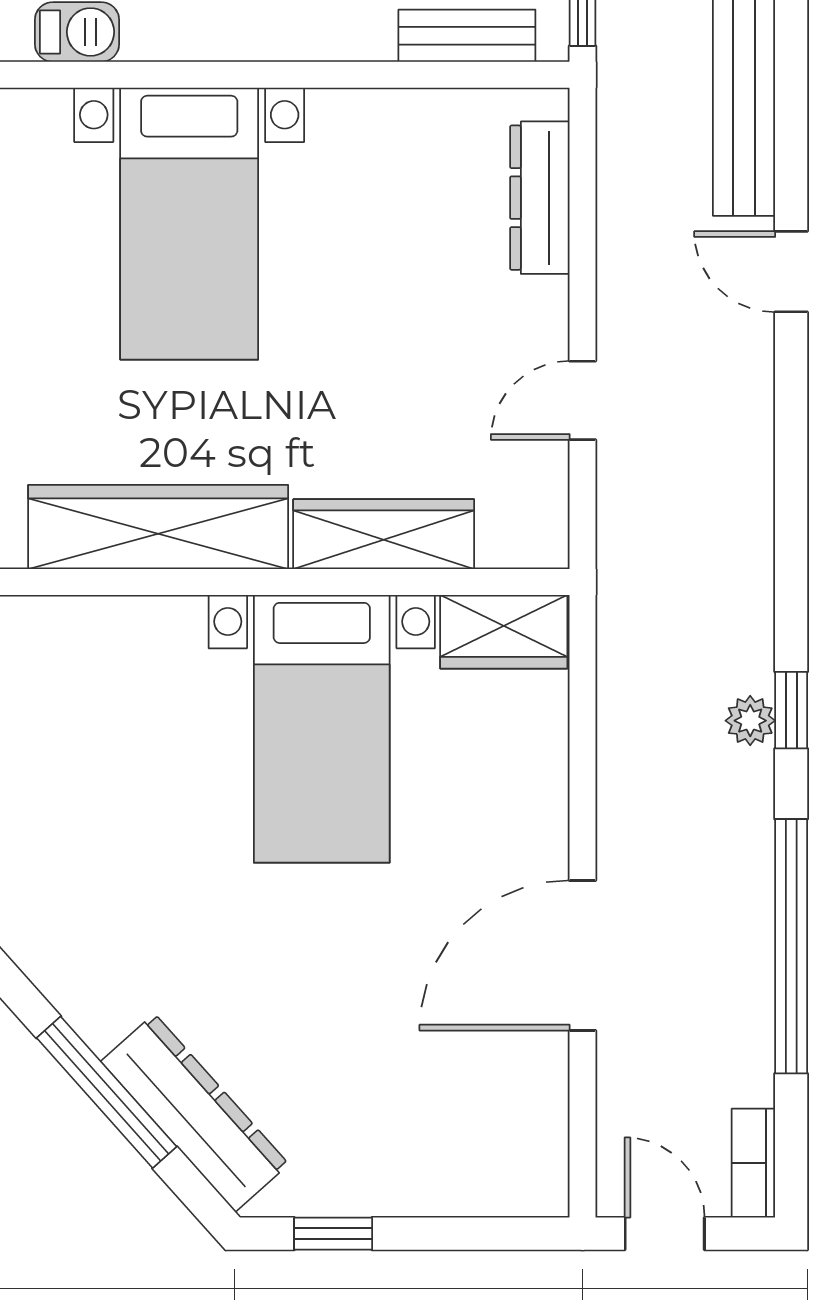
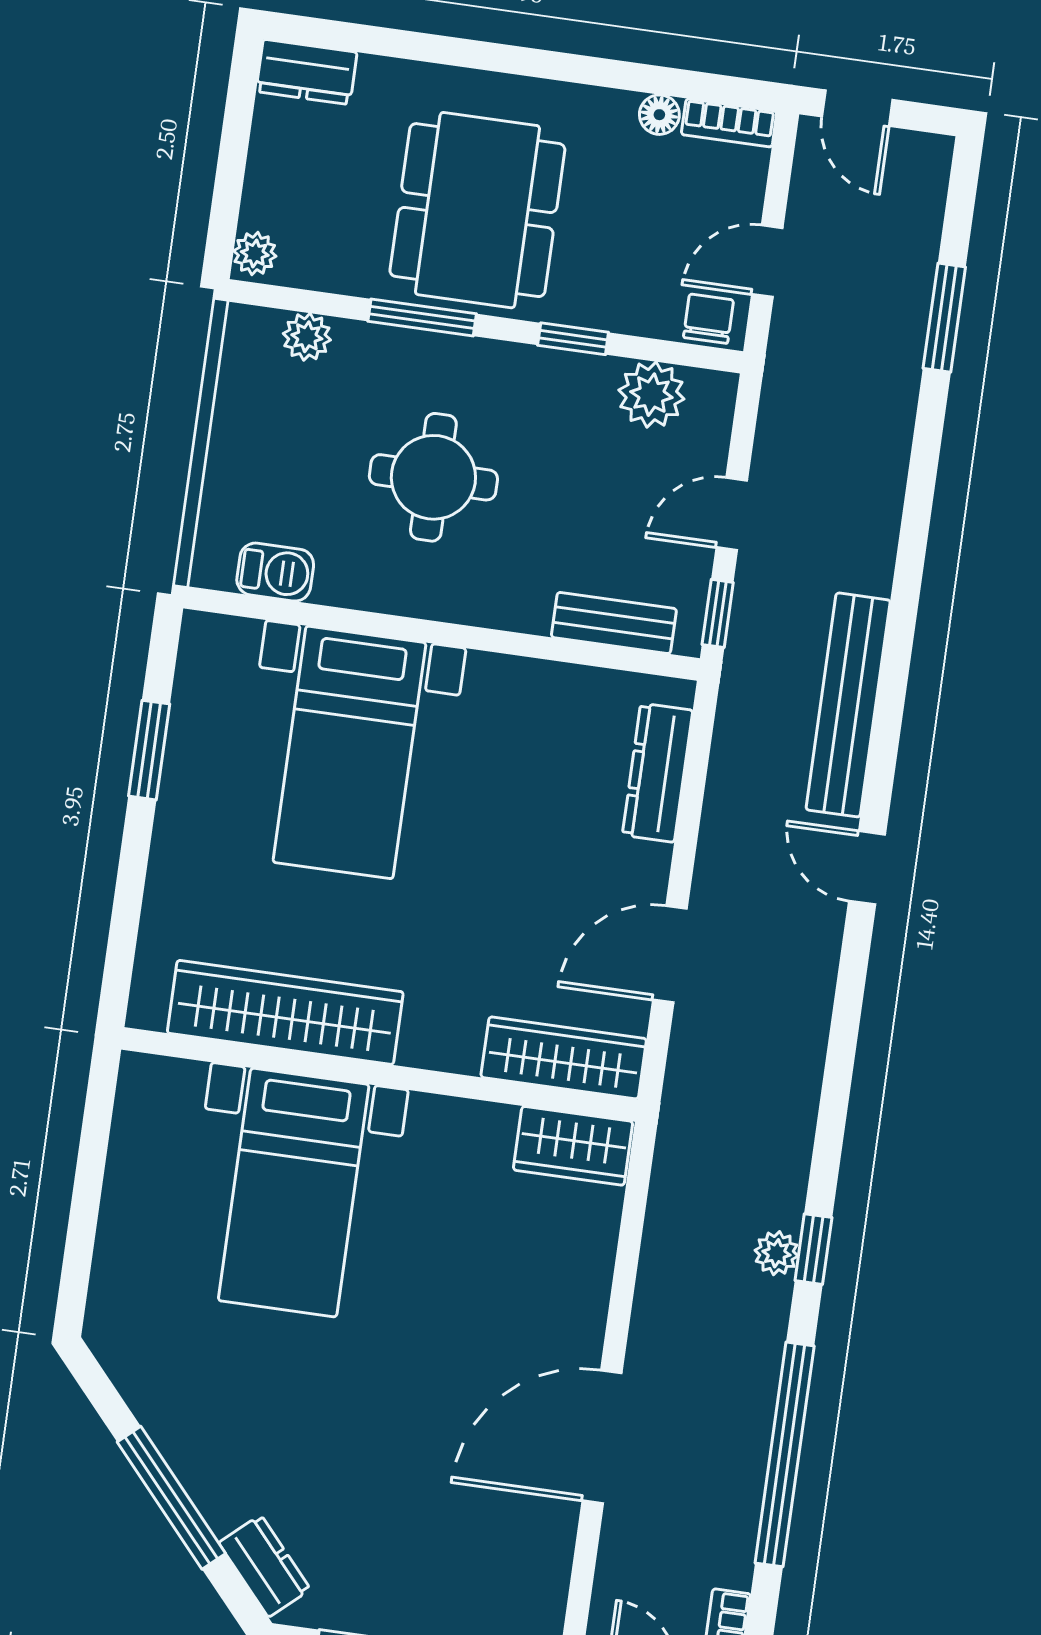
door: (583, 400) -> (670, 954), width x1.38
wardrobe: (384, 534) -> (564, 1058), moved
bed with nightstands: (322, 729) -> (294, 1193), moved
dresser: (195, 1113) -> (265, 1566), width x0.51, depth x0.80

